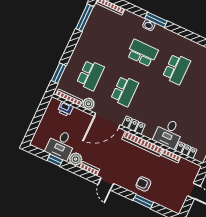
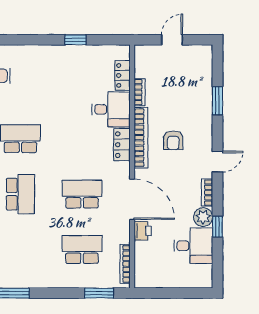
school desk: (142, 53) -> (20, 194), turned 180
plant: (89, 104) -> (121, 234), removed
printer: (65, 109) -> (143, 231), moved
locker: (134, 125) -> (122, 145), moved
window: (55, 160) -> (217, 227), moved
armchair: (143, 184) -> (173, 140), moved

